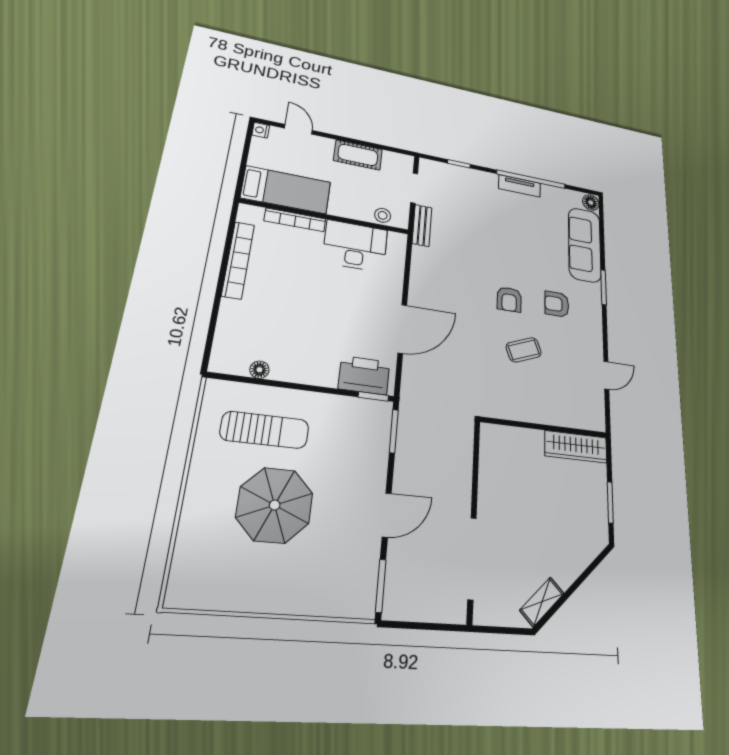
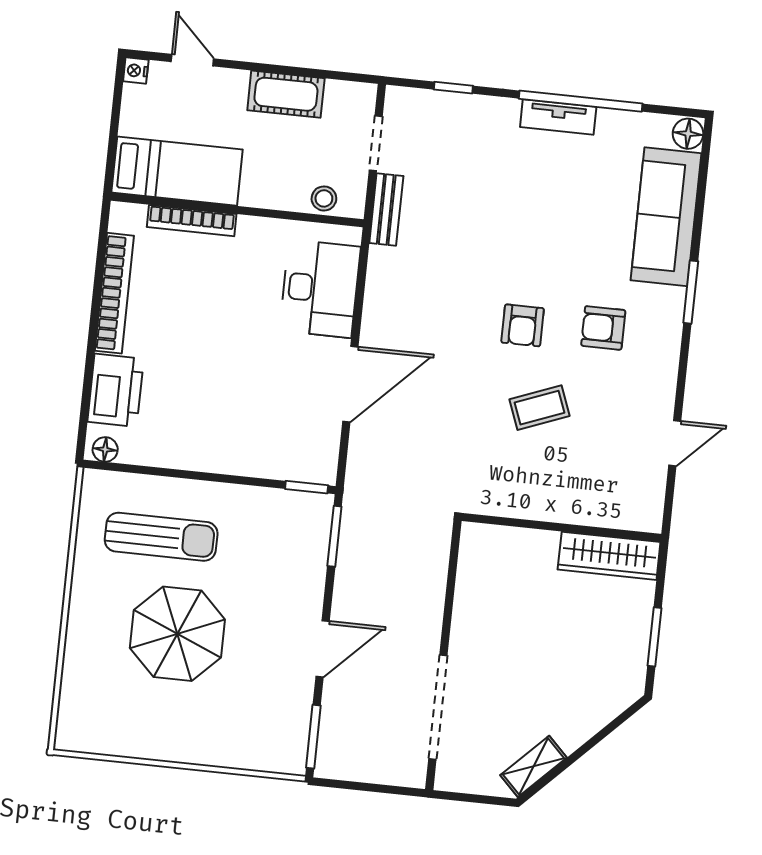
desk: (355, 246) -> (320, 289), moved, turned 90
floor lamp: (259, 370) -> (105, 449), moved
printer: (364, 375) -> (116, 390), moved, turned 90

